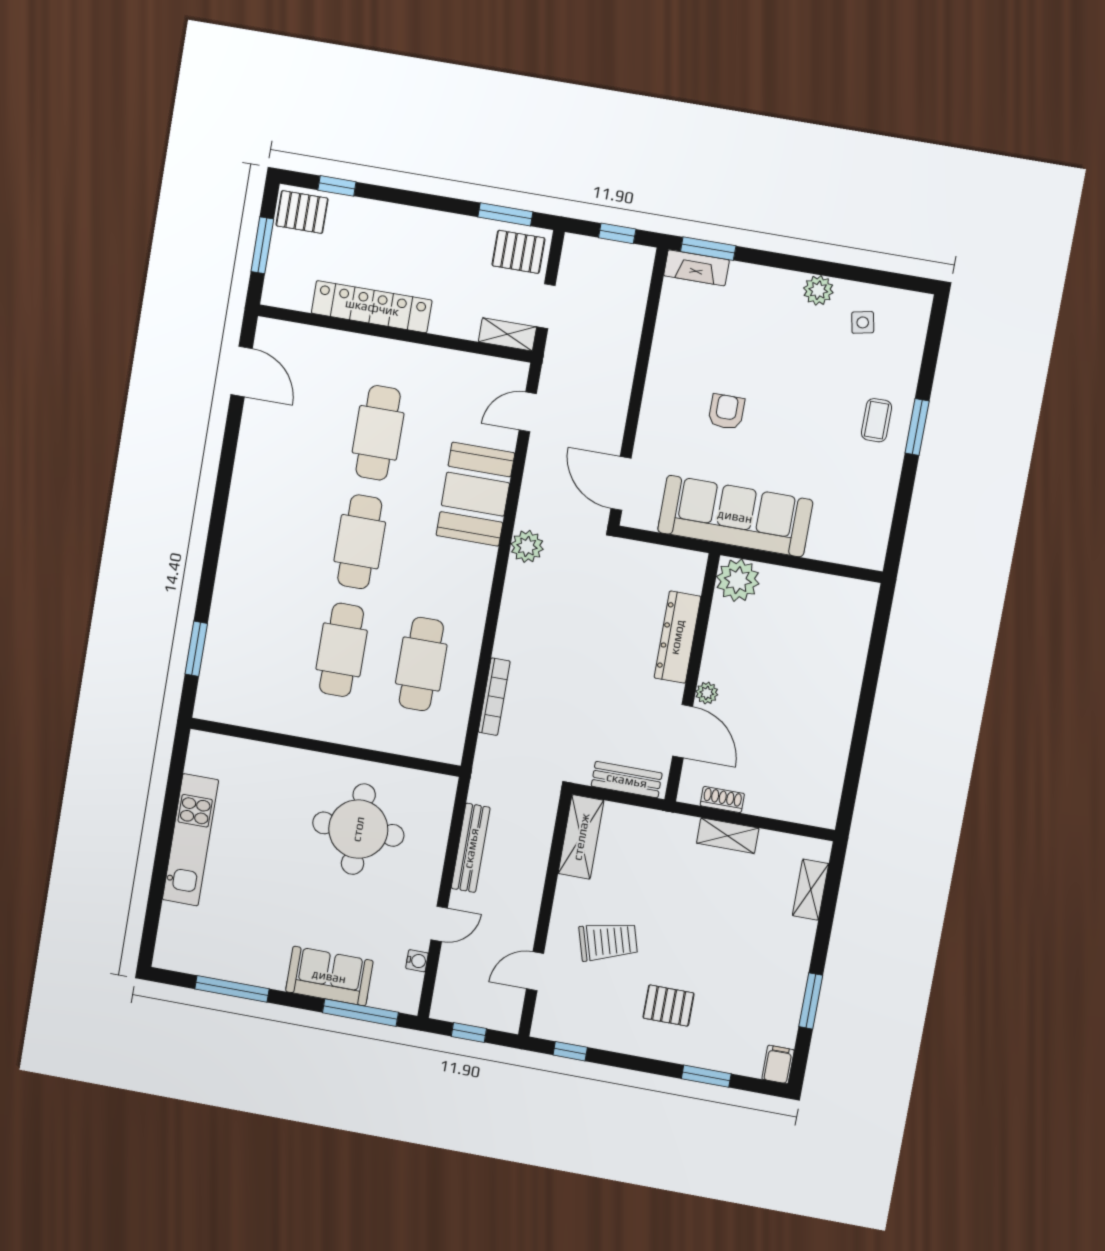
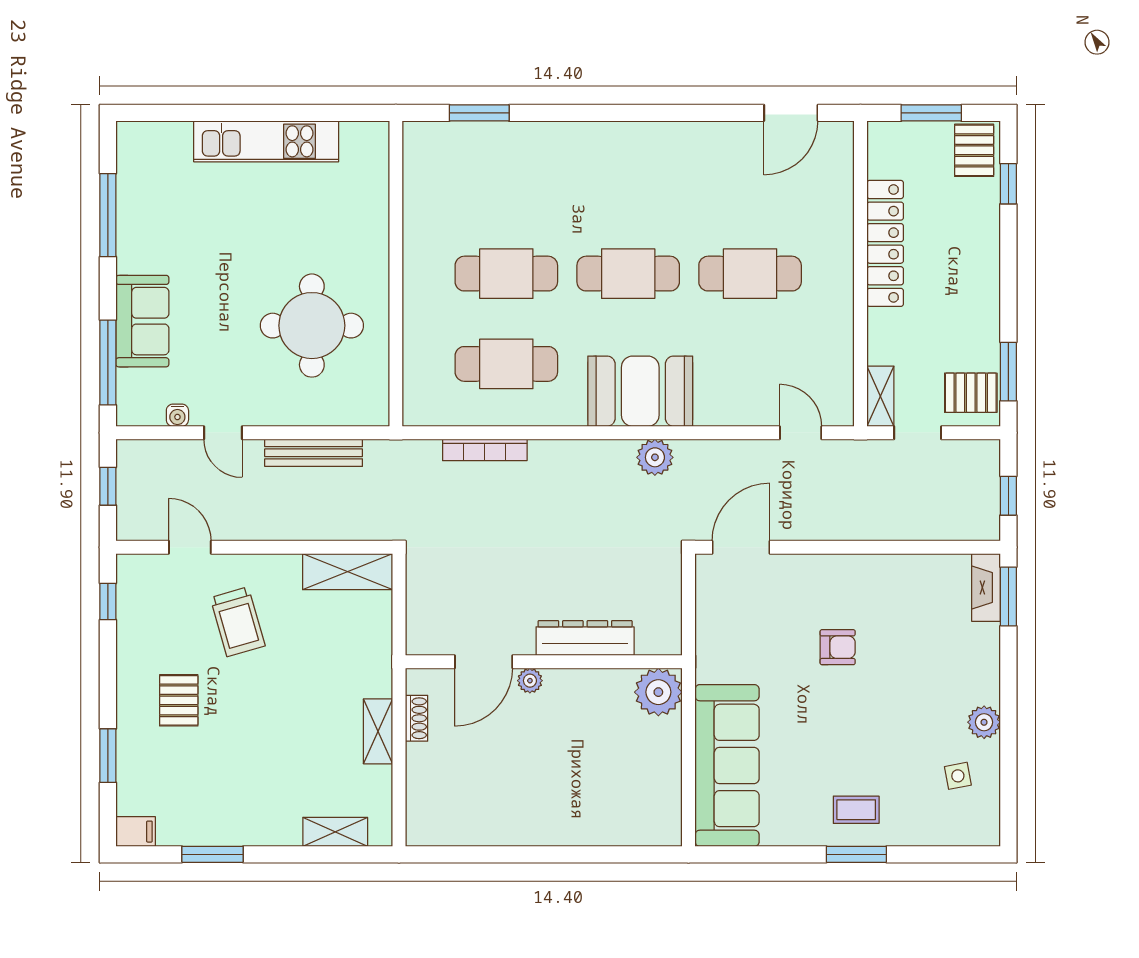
pallet: (518, 252) -> (971, 393), turned 90
booth: (475, 494) -> (640, 391), moved
sofa: (735, 516) -> (727, 765), moved
bench: (627, 780) -> (420, 610), removed

